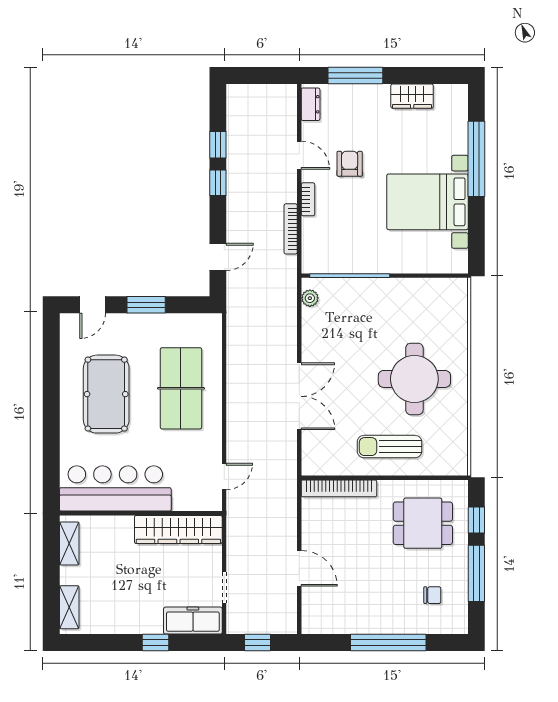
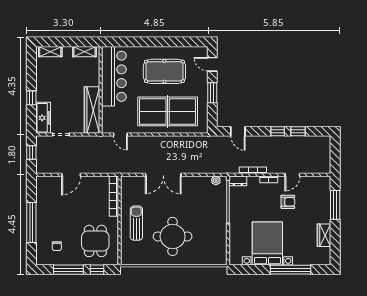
dresser: (311, 104) -> (238, 181), moved
table tennis table: (181, 388) -> (168, 111), width x1.36, depth x1.32

